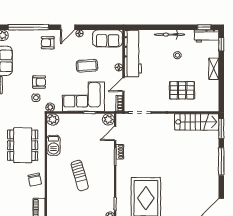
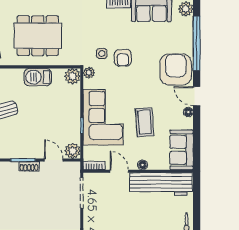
armchair: (48, 43) -> (176, 69), width x1.88, depth x1.88

